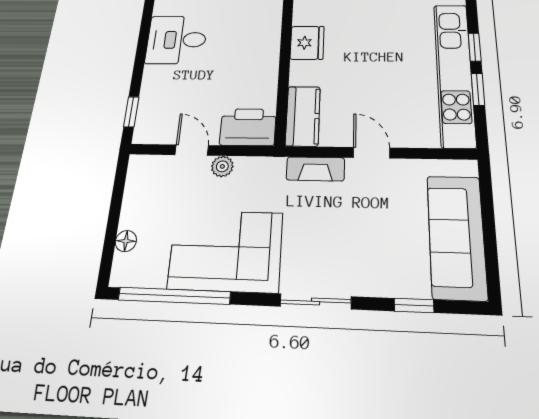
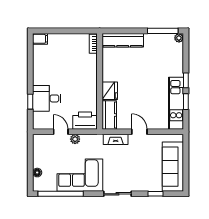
desk: (176, 40) -> (47, 98), moved
fridge: (307, 43) -> (110, 91), moved
kitchen unit: (454, 73) -> (176, 103), width x0.73
window: (131, 112) -> (30, 102), moved

